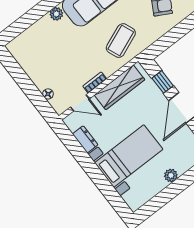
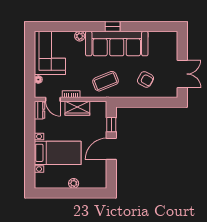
corner sofa: (38, 56) -> (50, 53), added
wardrobe: (120, 87) -> (77, 108), width x0.67
dresser: (85, 139) -> (40, 110), moved

